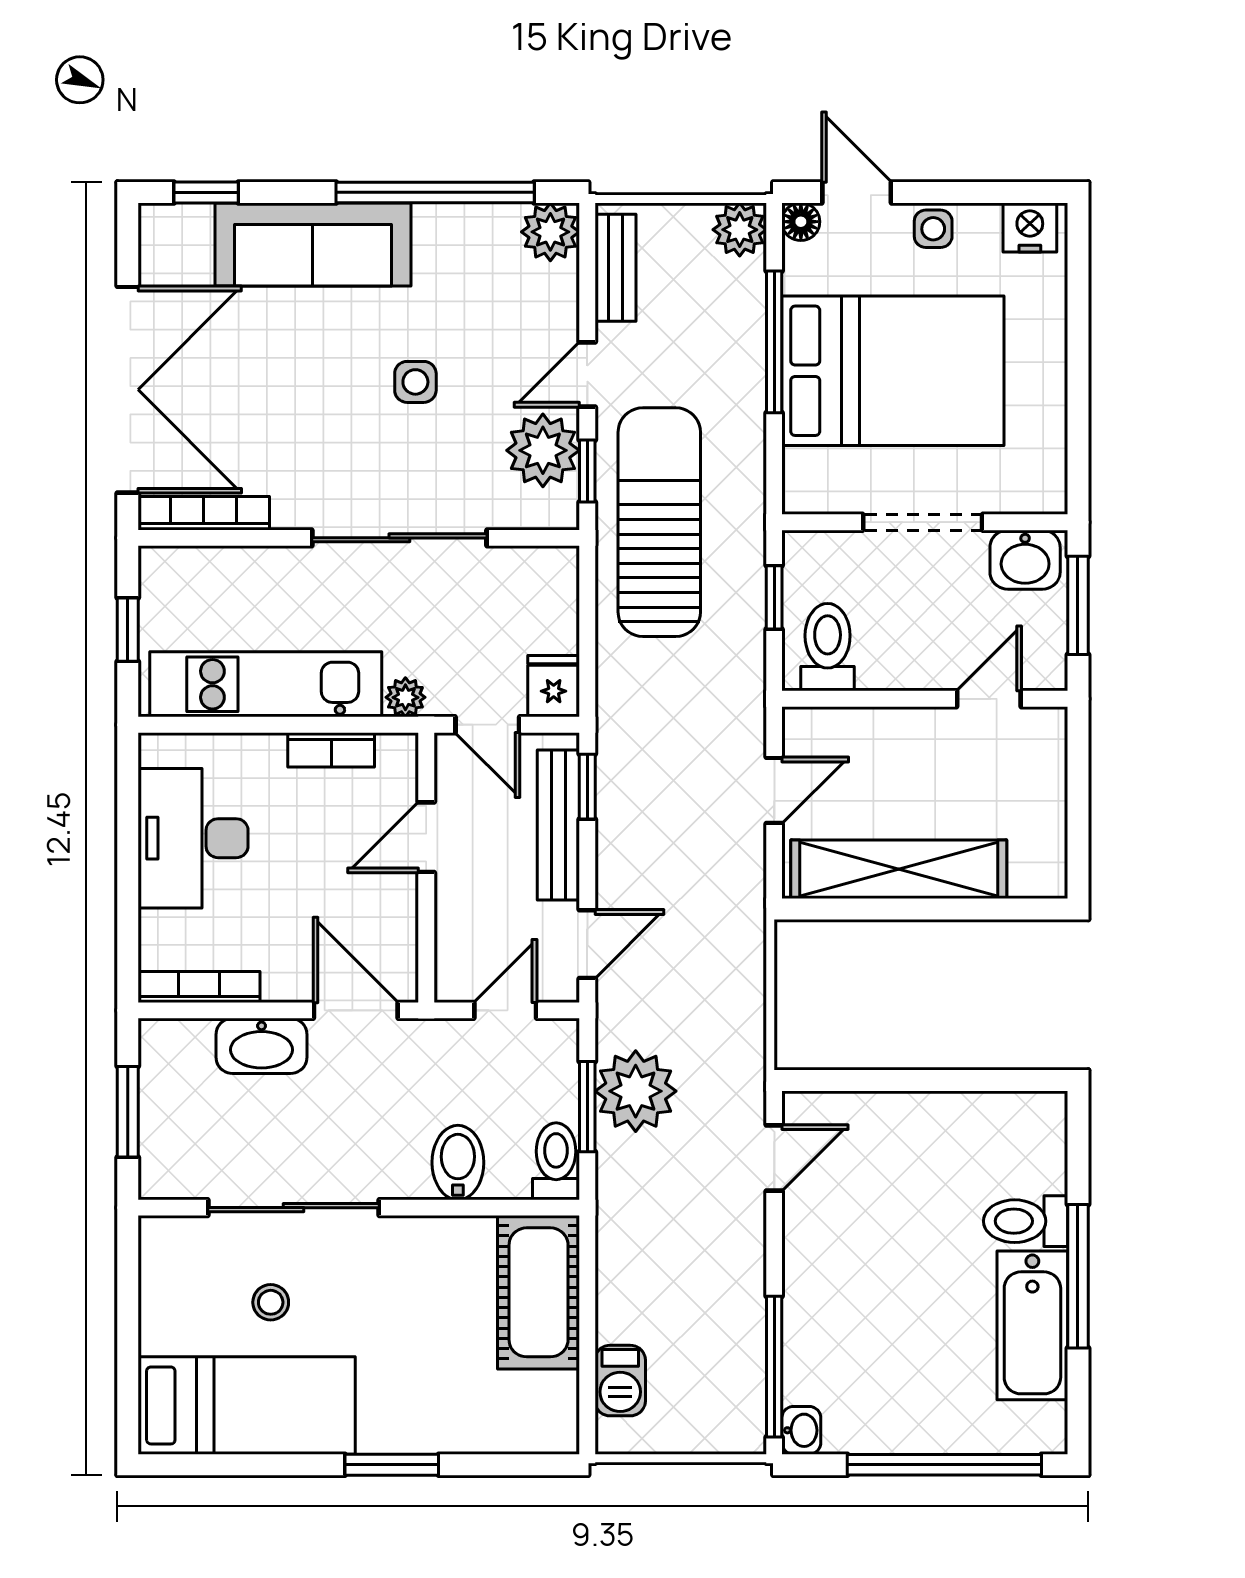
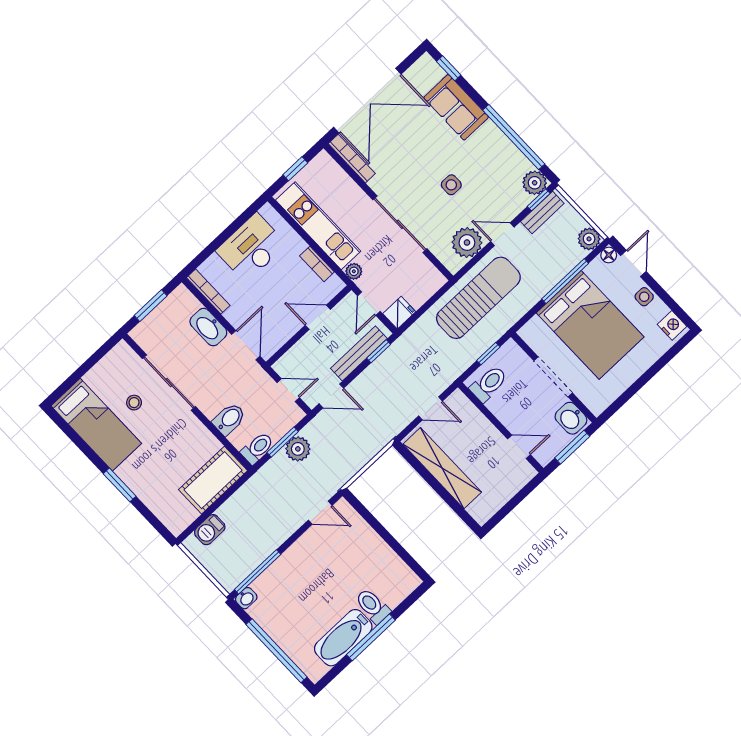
sofa: (313, 244) -> (456, 107), width x0.73
window: (587, 471) -> (539, 200), moved
plant: (636, 1091) -> (298, 449), width x0.73, depth x0.73

